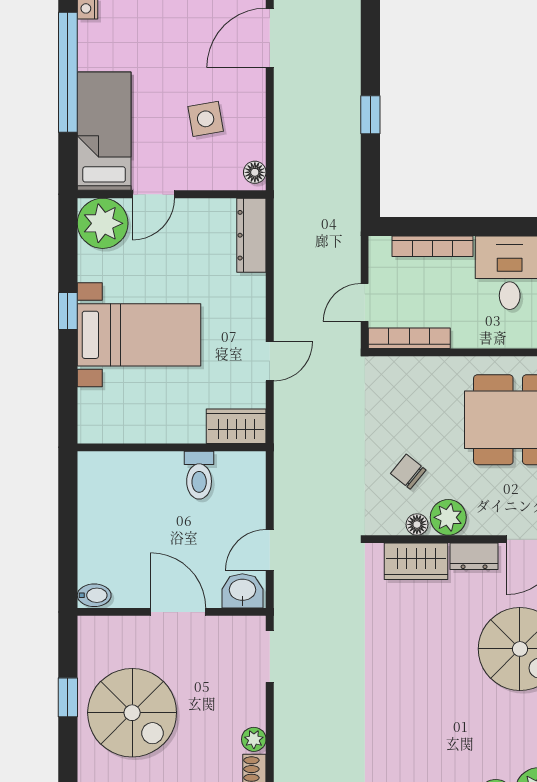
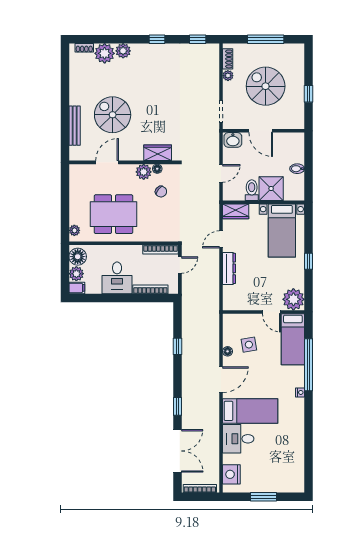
floor lamp: (255, 172) -> (228, 351), moved
door: (153, 194) -> (271, 312), swing flipped
dresser: (251, 235) -> (229, 268), moved
bed with nightstands: (139, 335) -> (282, 231), moved, turned -90
shower: (154, 479) -> (271, 189), added
door: (270, 550) -> (221, 173), moved
dresser: (474, 556) -> (132, 155), removed
bidet: (94, 595) -> (297, 169), moved
spiral stairs: (132, 713) -> (266, 86), moved

